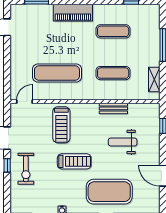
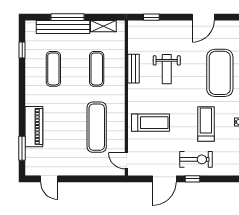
piano: (73, 13) -> (34, 127), moved
bench: (153, 40) -> (63, 27), added
weight bench: (123, 142) -> (167, 69), moved
treadmill: (74, 161) -> (206, 124), moved

